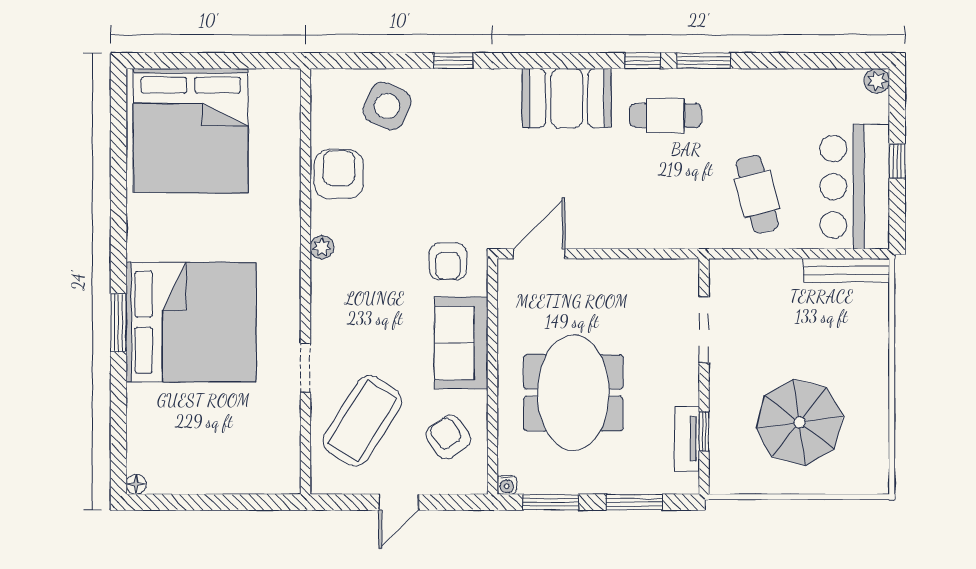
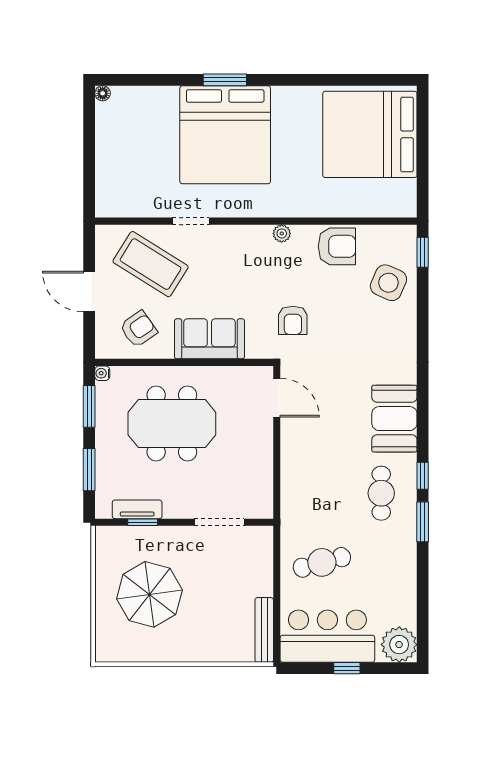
window: (453, 61) -> (423, 252), moved
plant: (877, 81) -> (399, 645), width x1.88, depth x1.88
armchair: (448, 261) -> (293, 320), moved, turned -90
door: (399, 502) -> (89, 292), width x1.38

